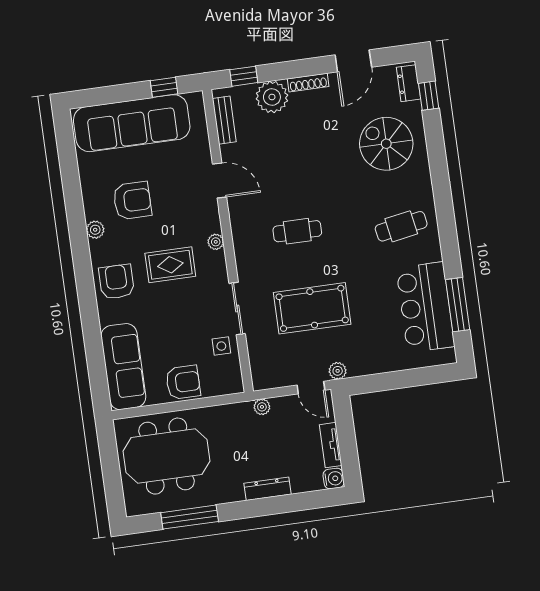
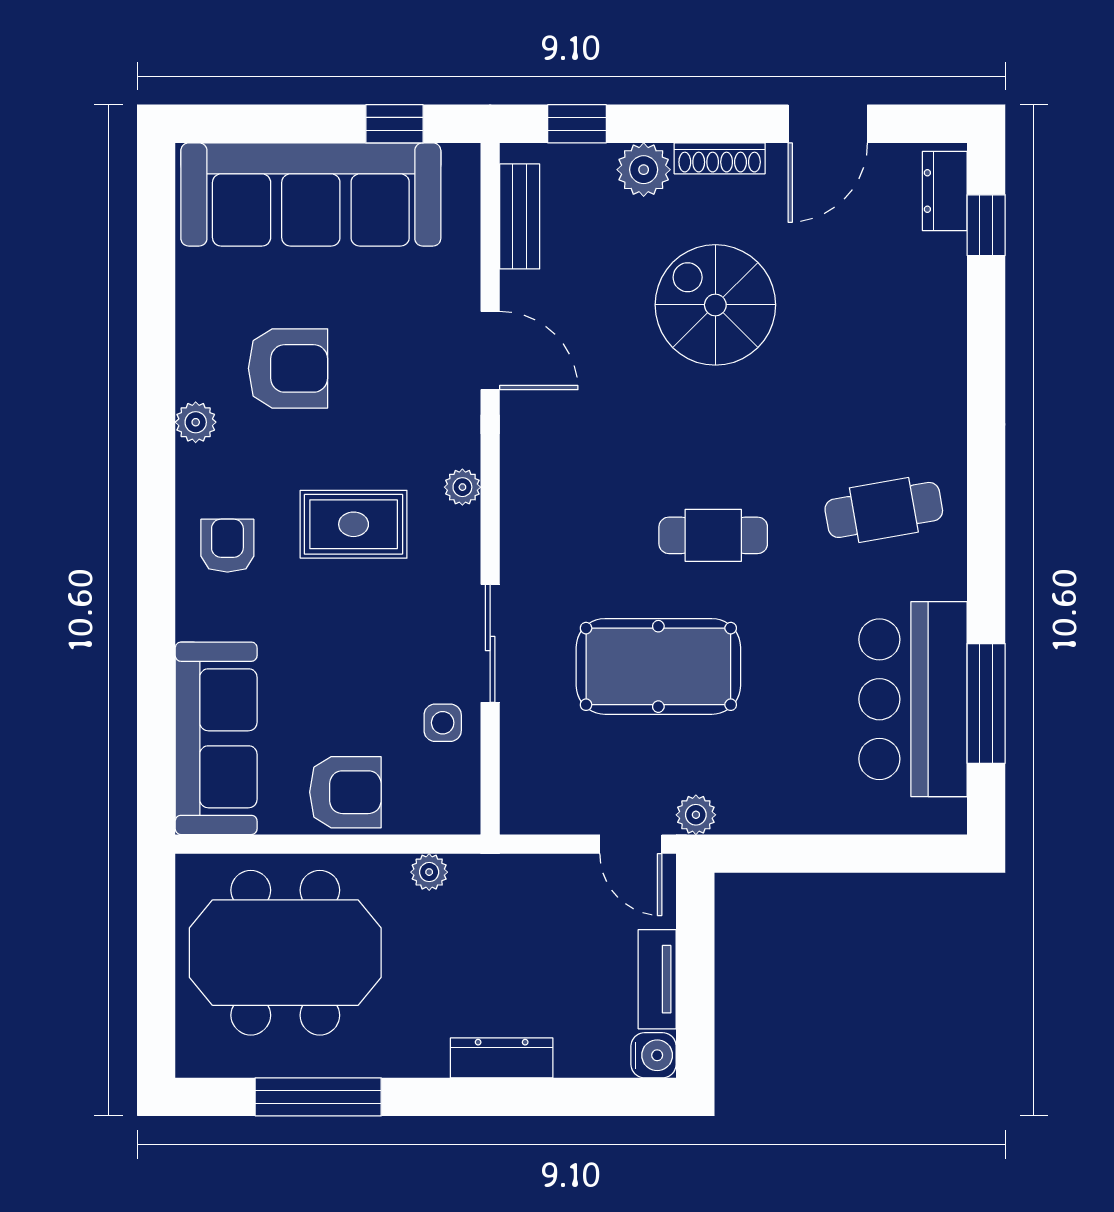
plant: (272, 97) -> (644, 170), width x0.73, depth x0.73
spiral stairs: (386, 144) -> (715, 305), moved
cafe table: (297, 231) -> (713, 535), moved
armchair: (117, 282) -> (227, 546), width x0.72, depth x0.72
plant: (262, 407) -> (429, 872), moved

